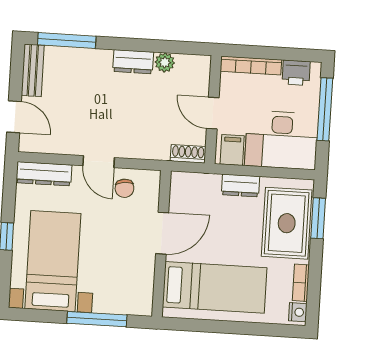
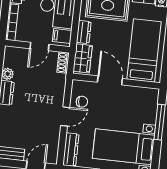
wardrobe: (197, 186) -> (83, 58), added

